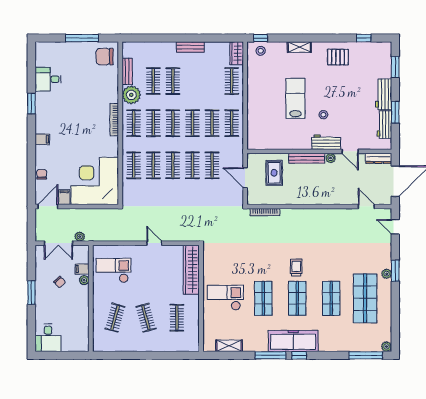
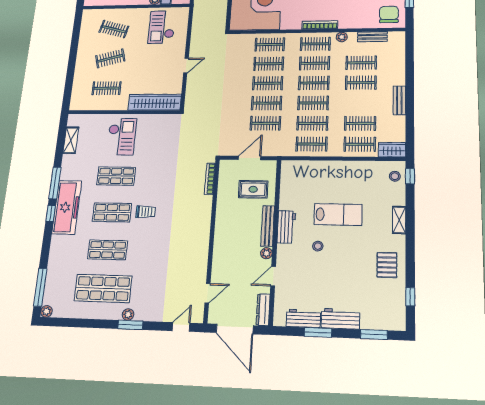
clothes rail: (212, 81) -> (360, 123), added
plant: (131, 95) -> (342, 37), width x0.53, depth x0.53
workbench: (326, 142) -> (286, 227), moved
checkout: (114, 270) -> (162, 27), turned 180

